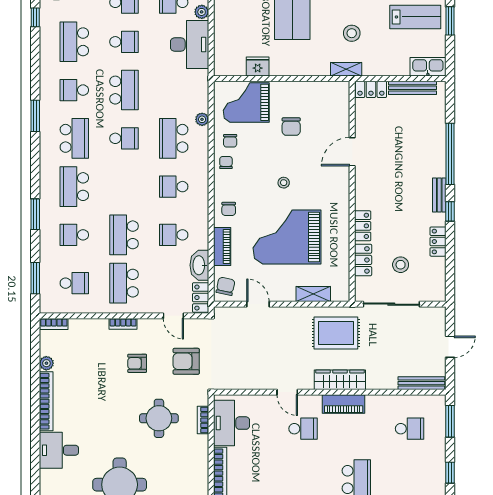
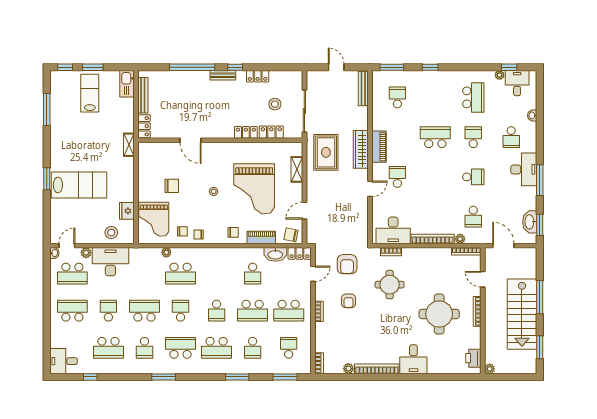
stool: (352, 33) -> (111, 233), moved
school desk: (174, 187) -> (217, 311), moved

